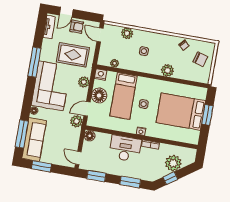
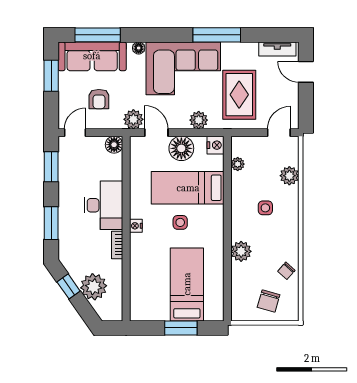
armchair: (77, 27) -> (99, 99), moved
bed: (181, 112) -> (187, 284), width x0.67

